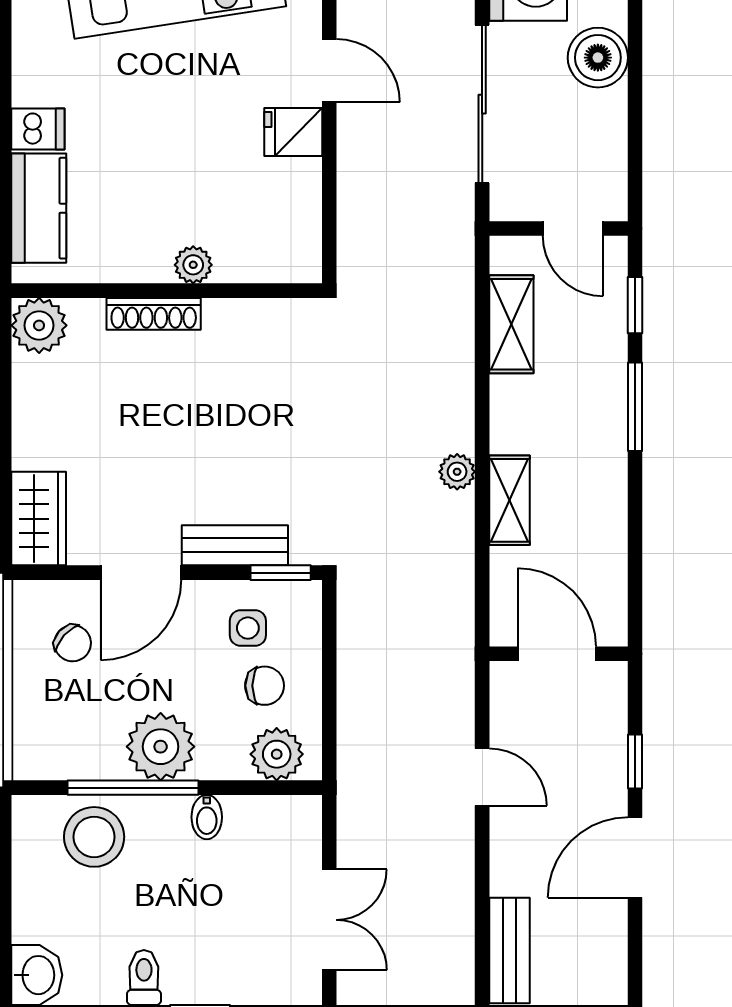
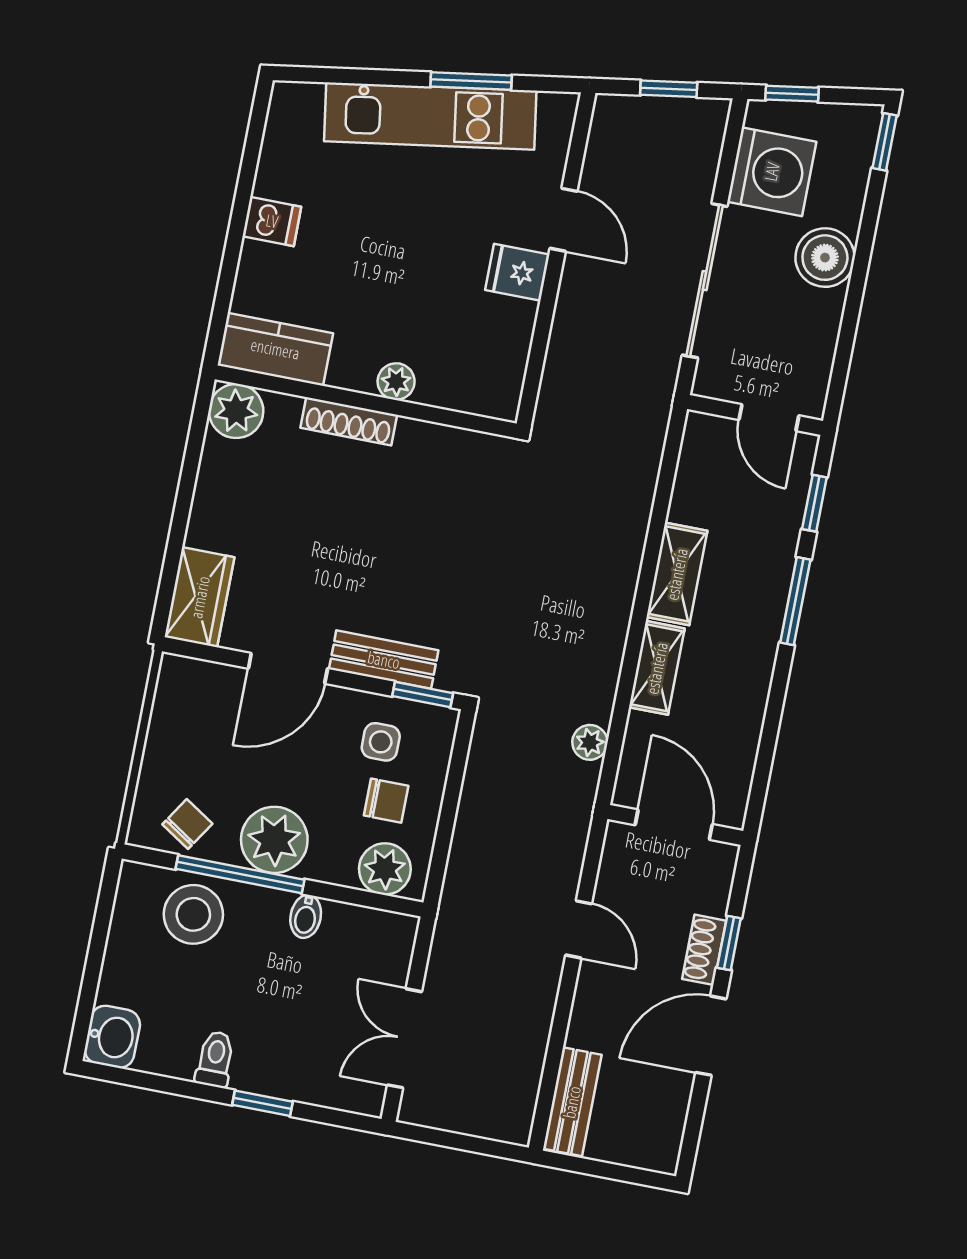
kitchen counter: (39, 208) -> (275, 349), moved, turned -90
shelving: (511, 324) -> (677, 574), moved
plant: (457, 472) -> (590, 742), moved
chair: (73, 643) -> (187, 824), moved, turned -99
shoe rack: (612, 773) -> (704, 950), added
double door: (329, 920) -> (404, 1038), swing flipped

